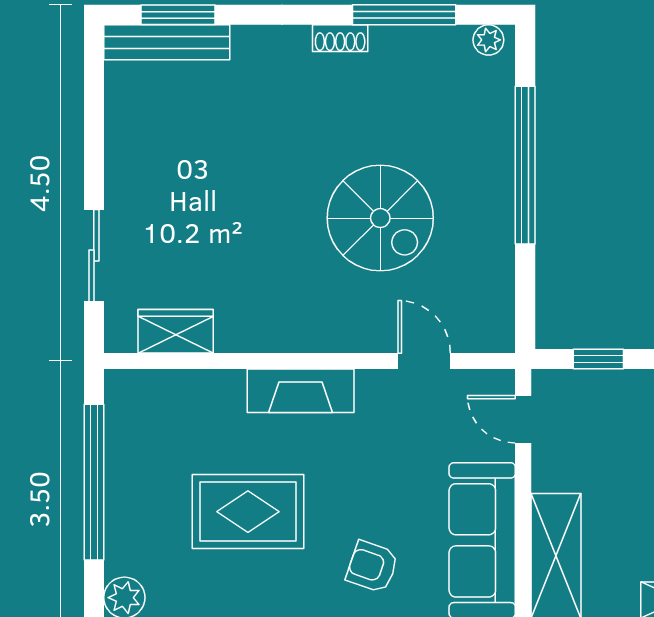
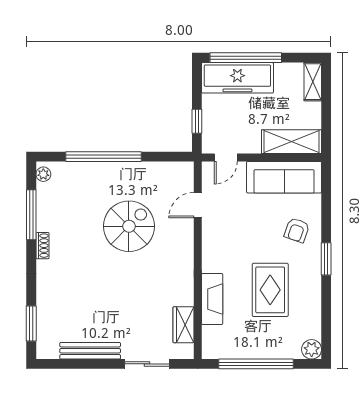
bench: (167, 42) -> (90, 351), moved, turned 90
fireplace: (301, 391) -> (212, 299), moved

